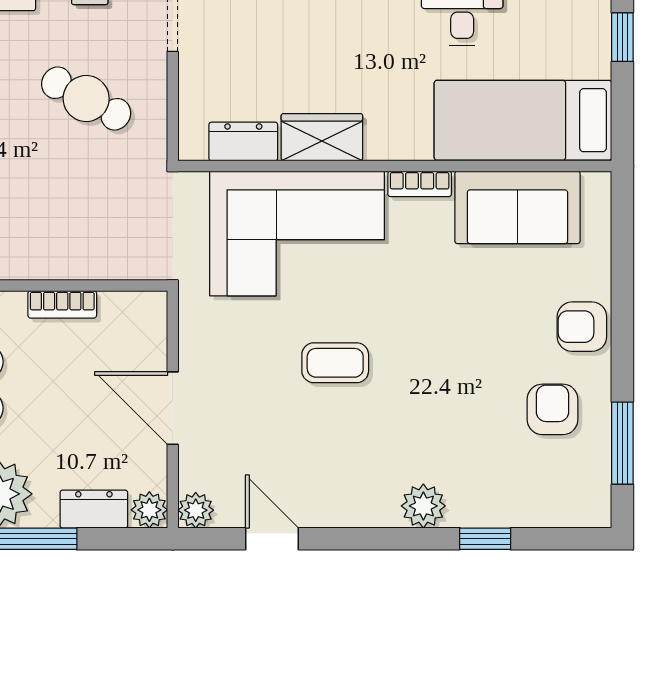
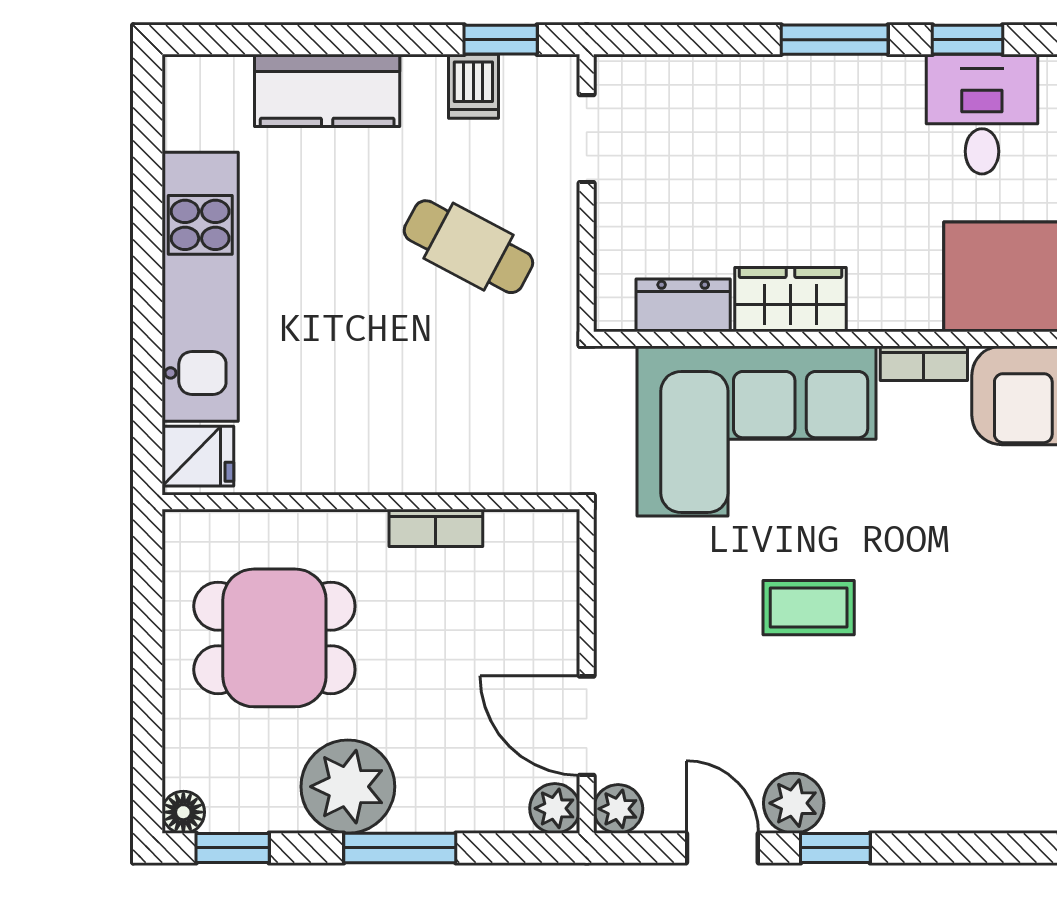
door: (173, 408) -> (587, 726), moved
plant: (423, 506) -> (794, 803), moved
dresser: (94, 509) -> (479, 807), removed
window: (485, 539) -> (835, 848), moved

